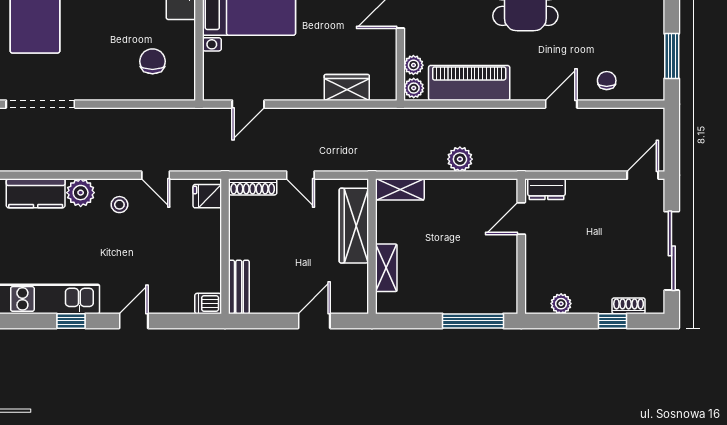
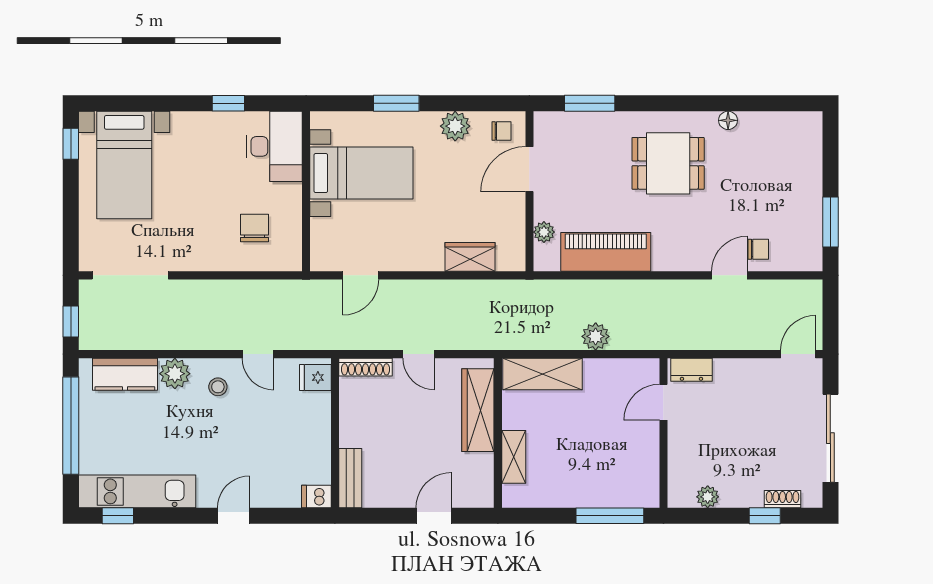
chair: (607, 81) -> (758, 249), turned 90
plant: (414, 88) -> (544, 258), removed
door: (561, 104) -> (729, 275), moved
shelving: (400, 189) -> (542, 374), width x1.50, depth x1.33
window: (71, 321) -> (118, 516), moved

